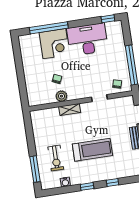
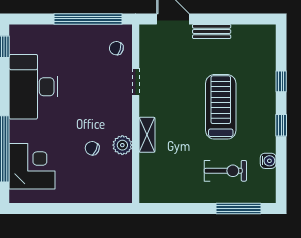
corner desk: (54, 44) -> (32, 166), moved

